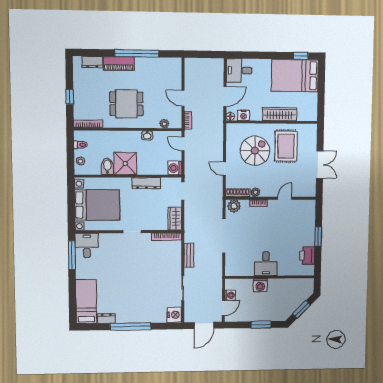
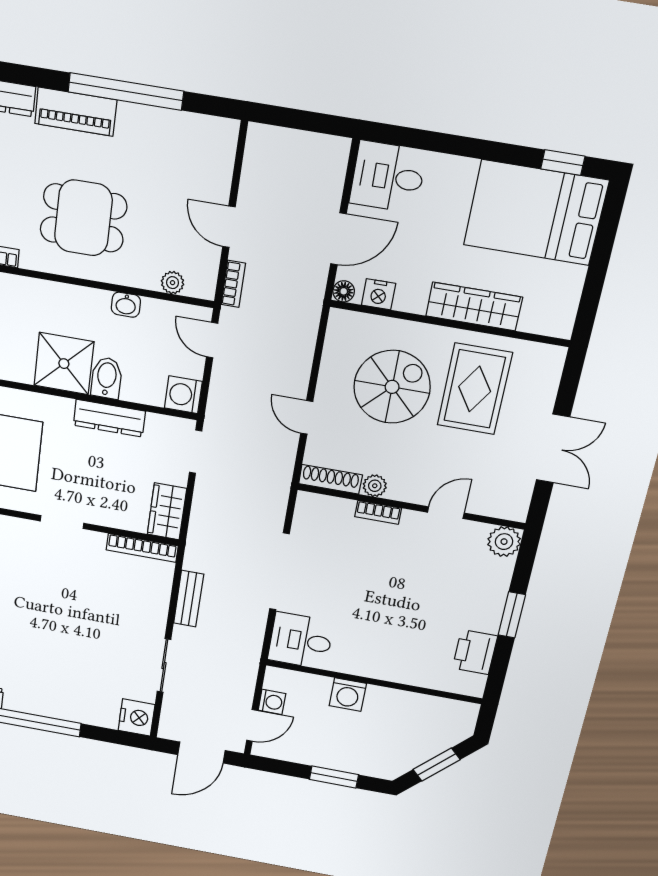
bidet: (107, 166) -> (107, 378), moved
plant: (234, 206) -> (504, 542), moved
desk: (266, 264) -> (301, 641), moved, turned 90

